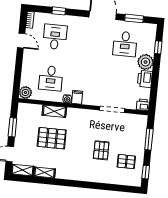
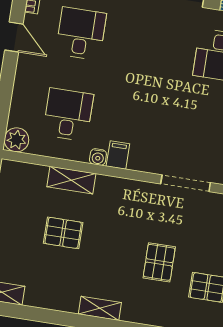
desk: (51, 78) -> (68, 115), turned 180
pallet: (52, 138) -> (63, 233), width x0.67, depth x0.71
shelving: (45, 173) -> (100, 308), moved

